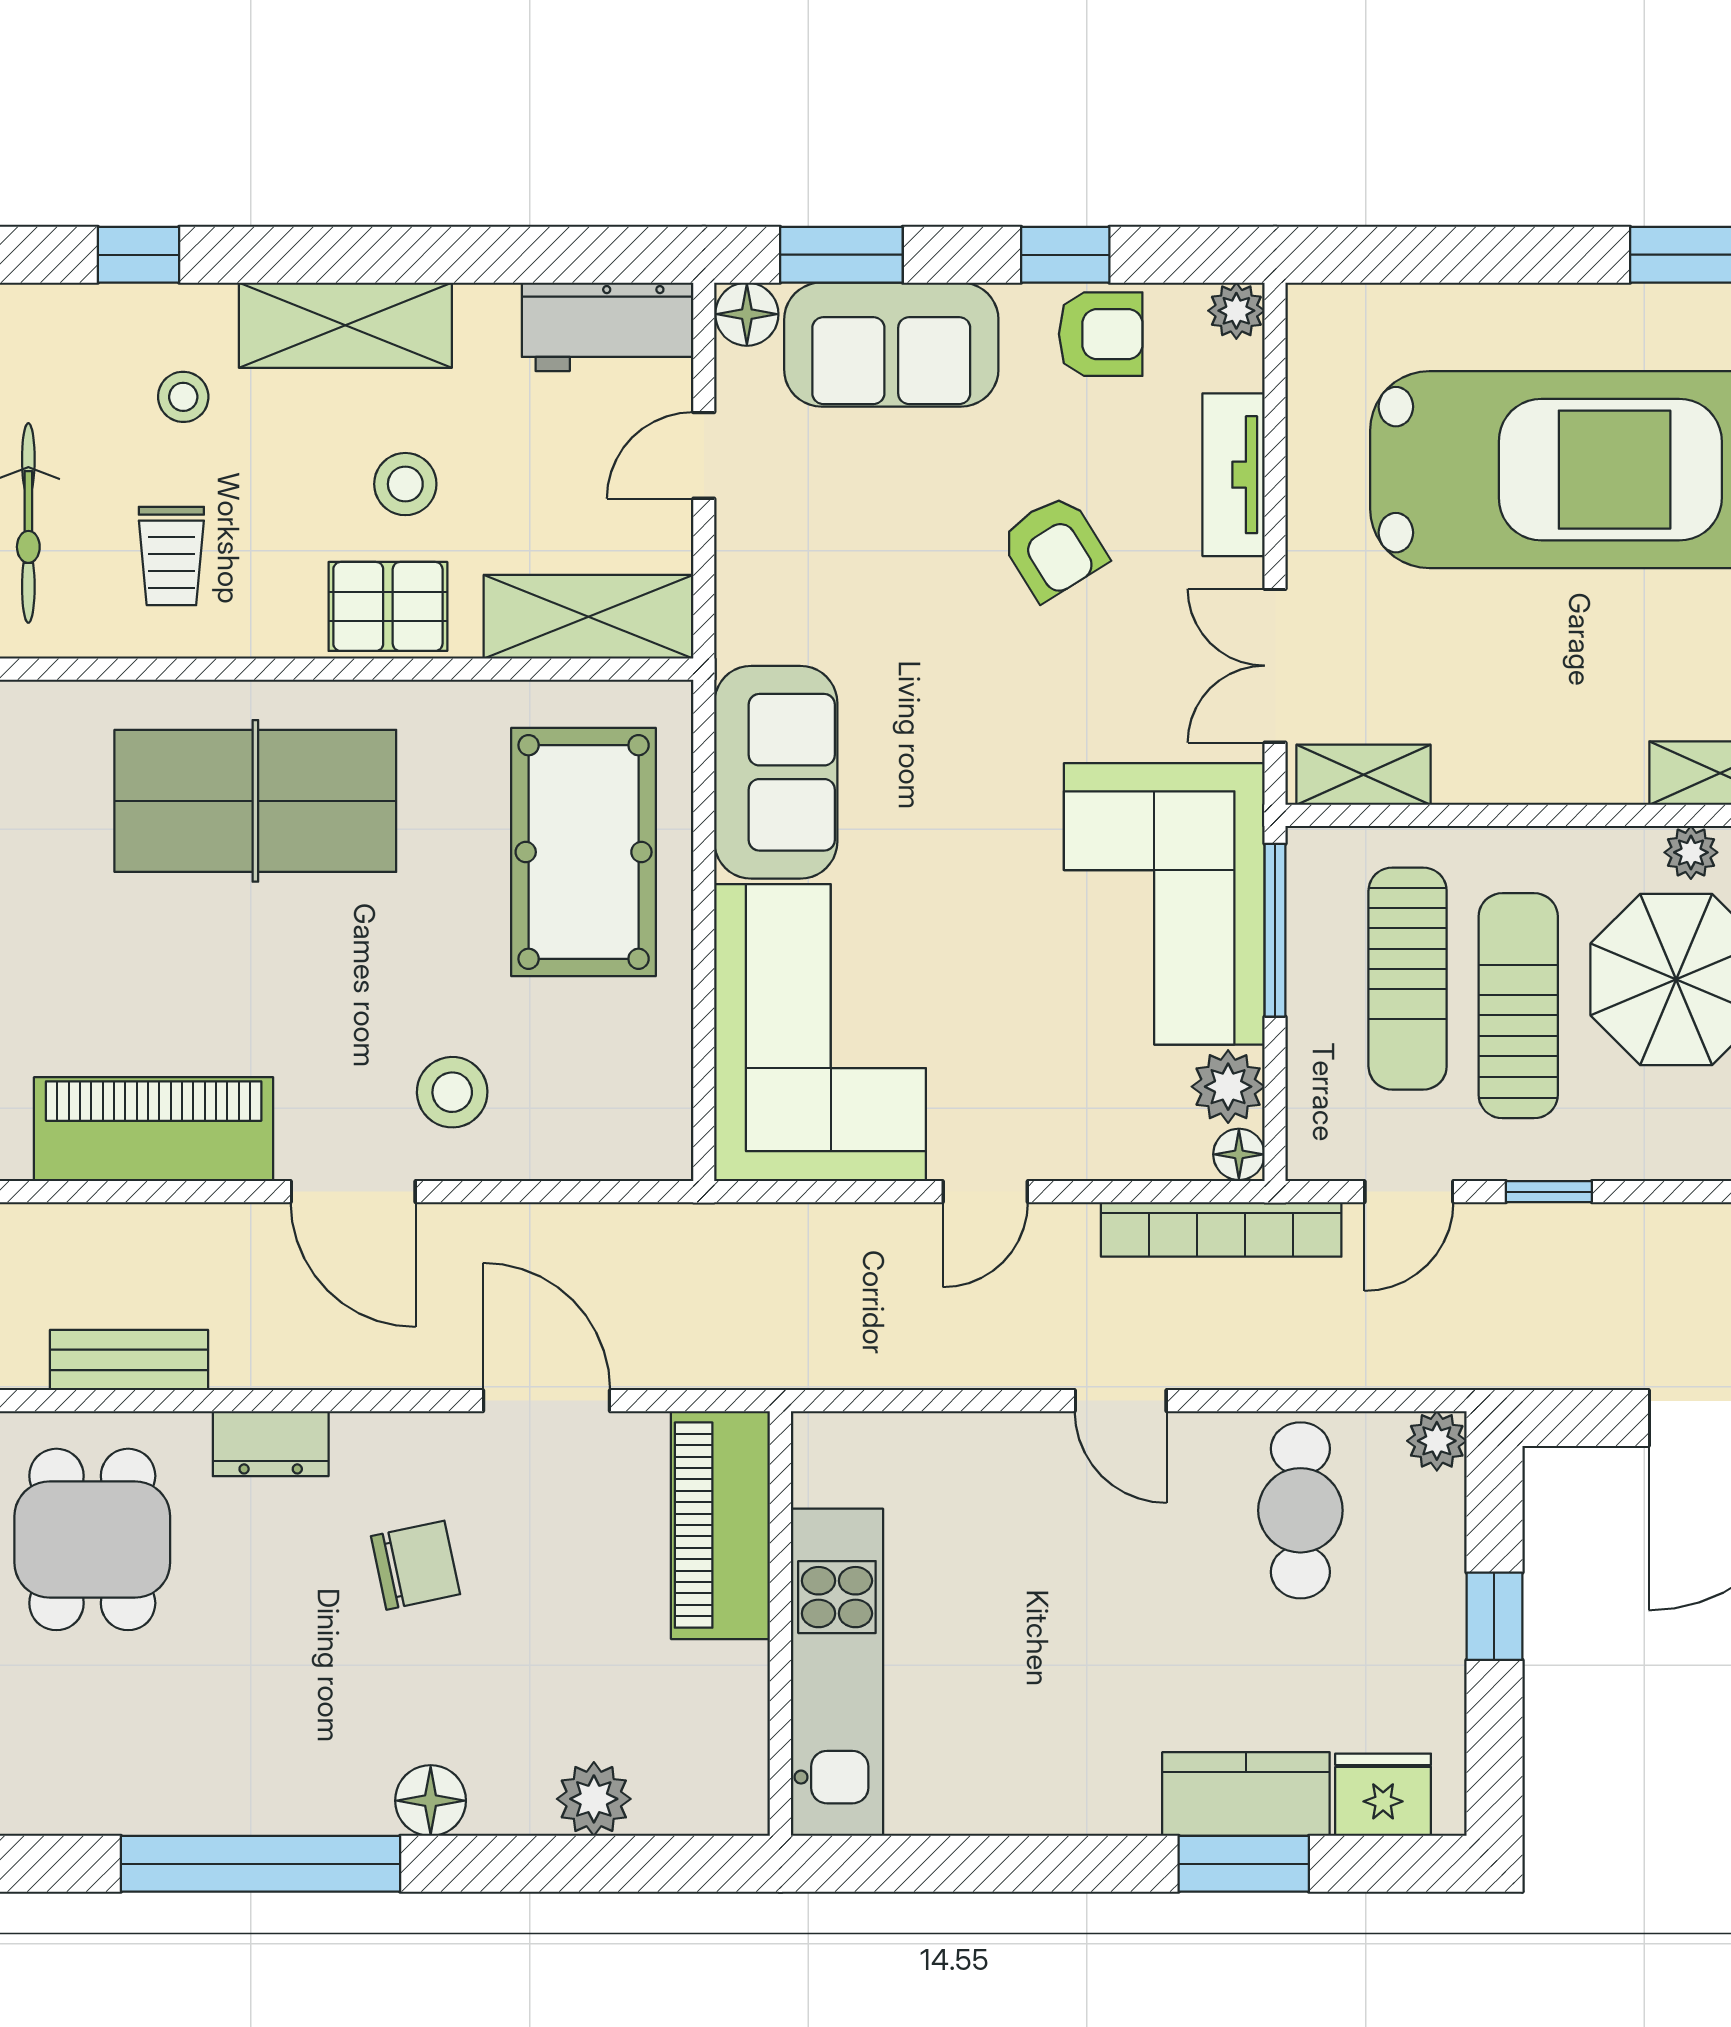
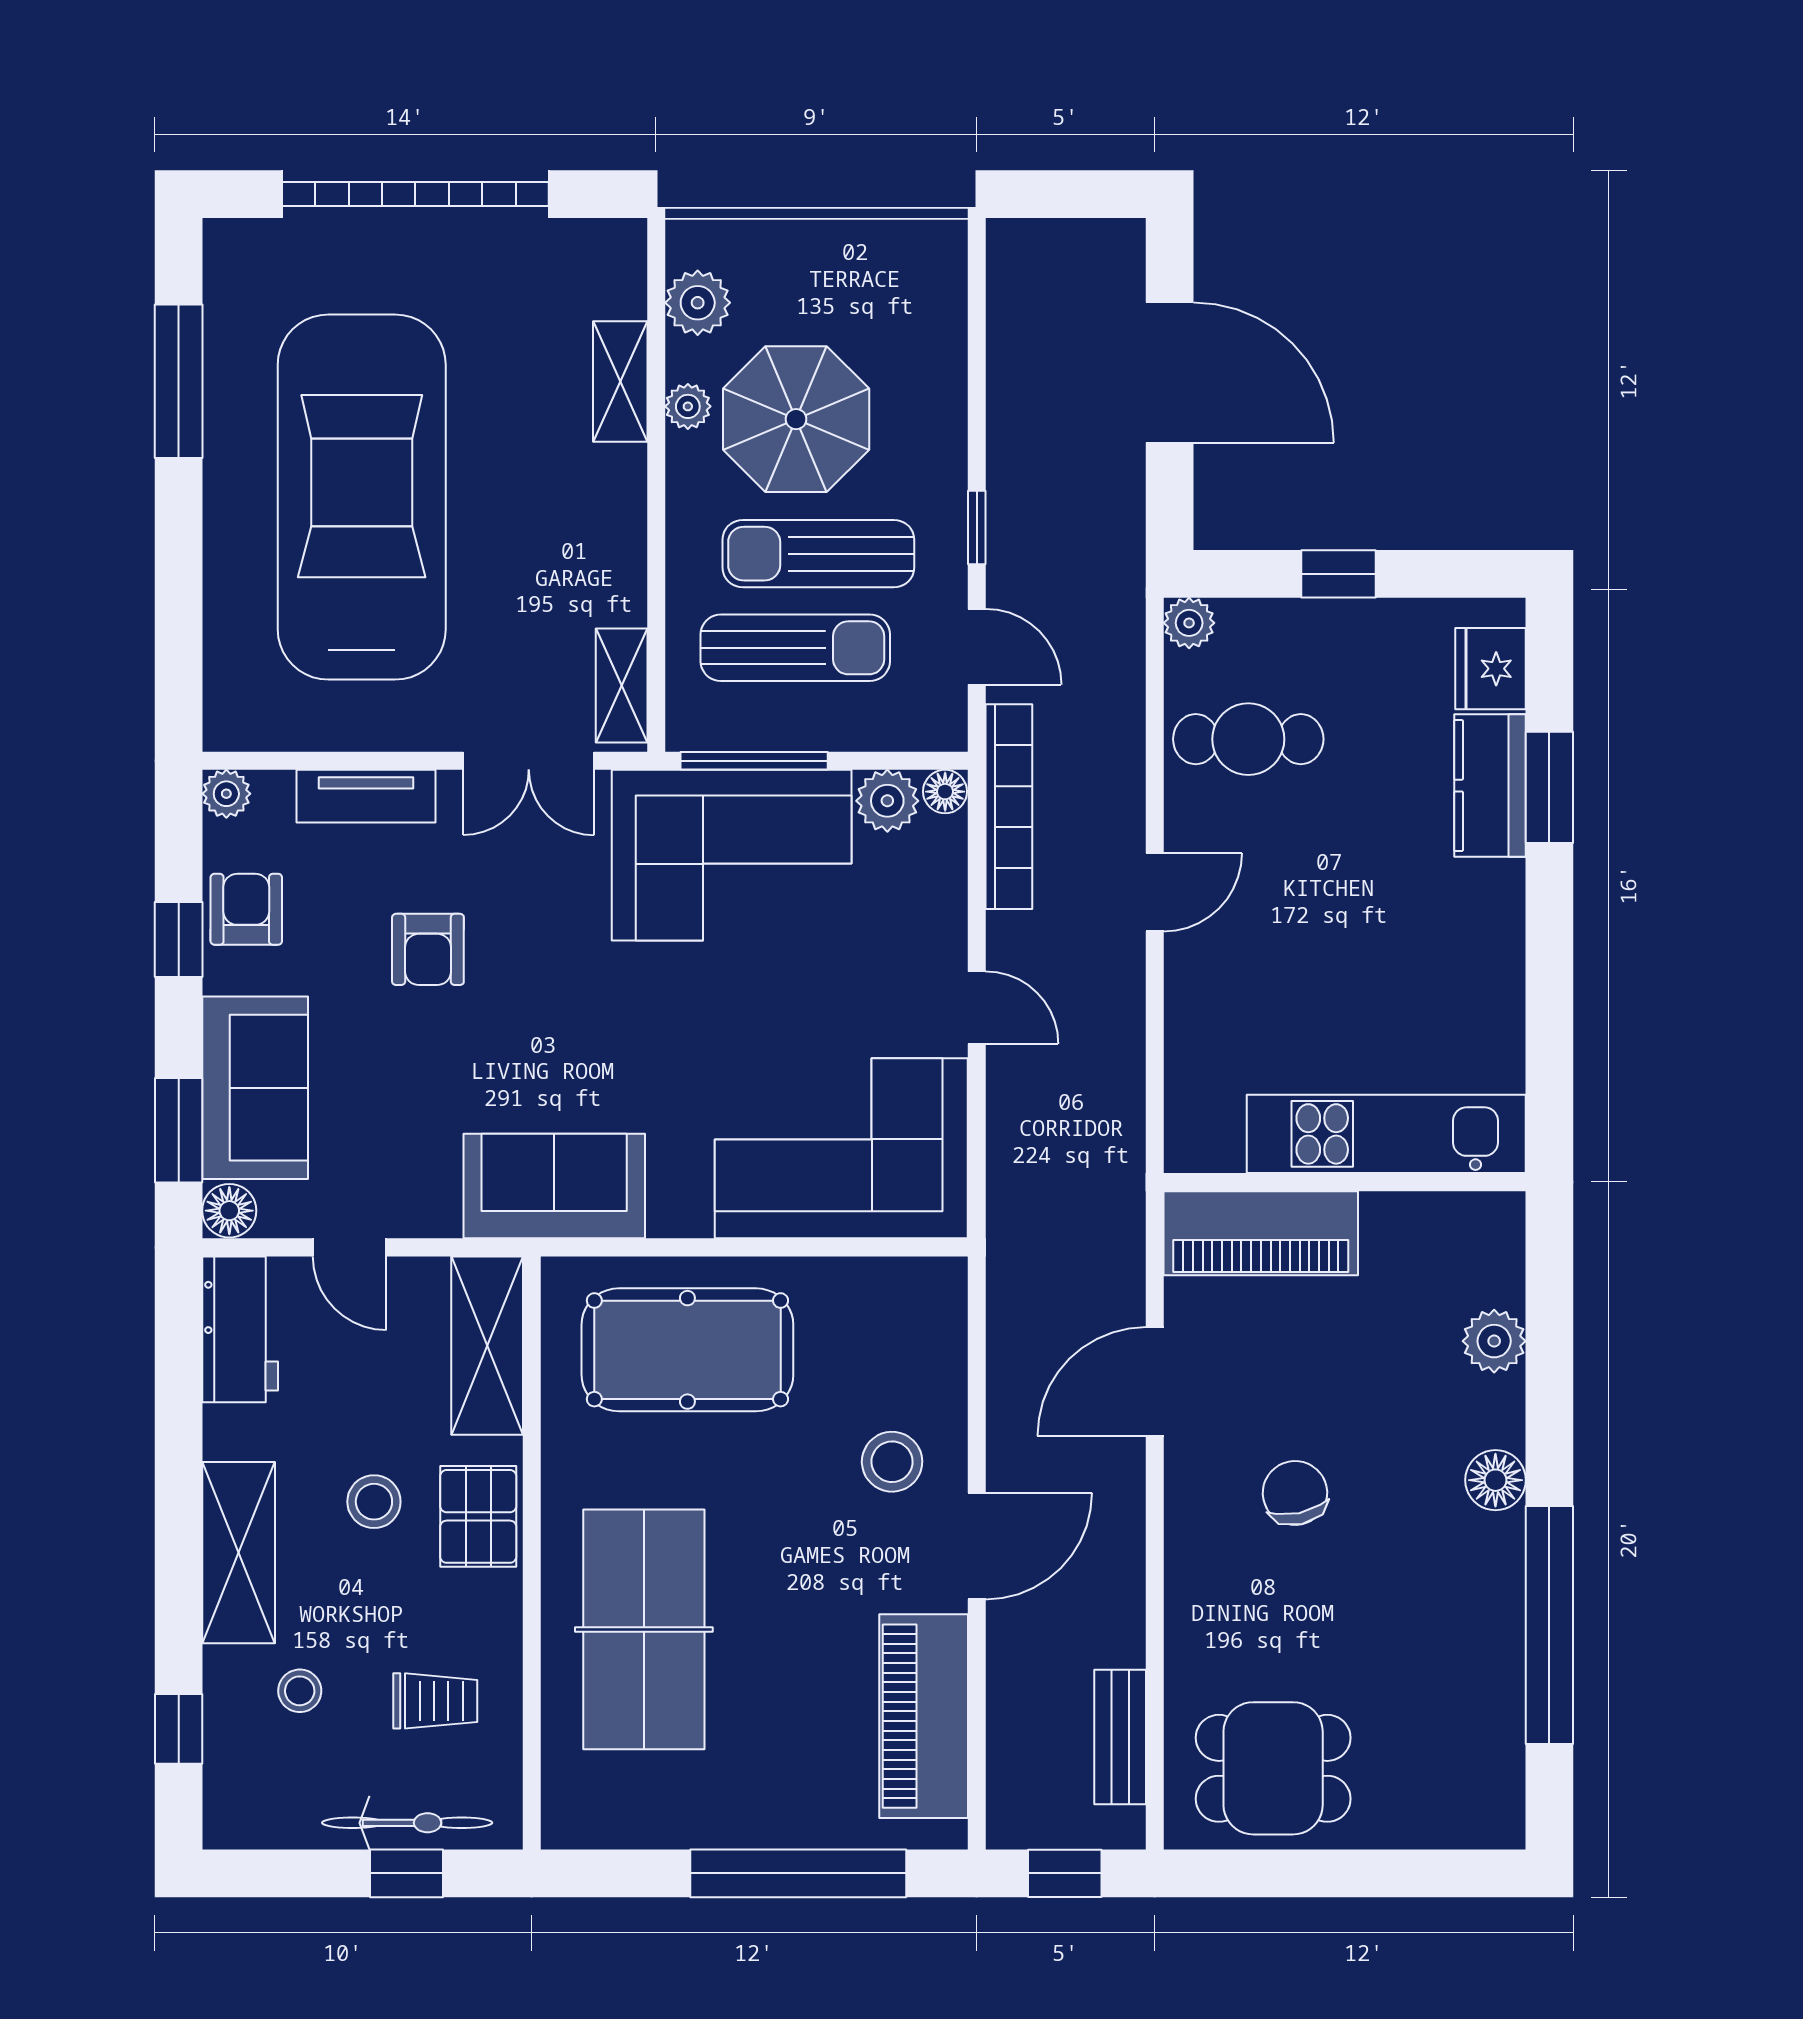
armchair: (1054, 547) -> (428, 949), turned 122
sofa: (776, 772) -> (554, 1186), moved
dresser: (271, 1444) -> (1191, 1616), removed

